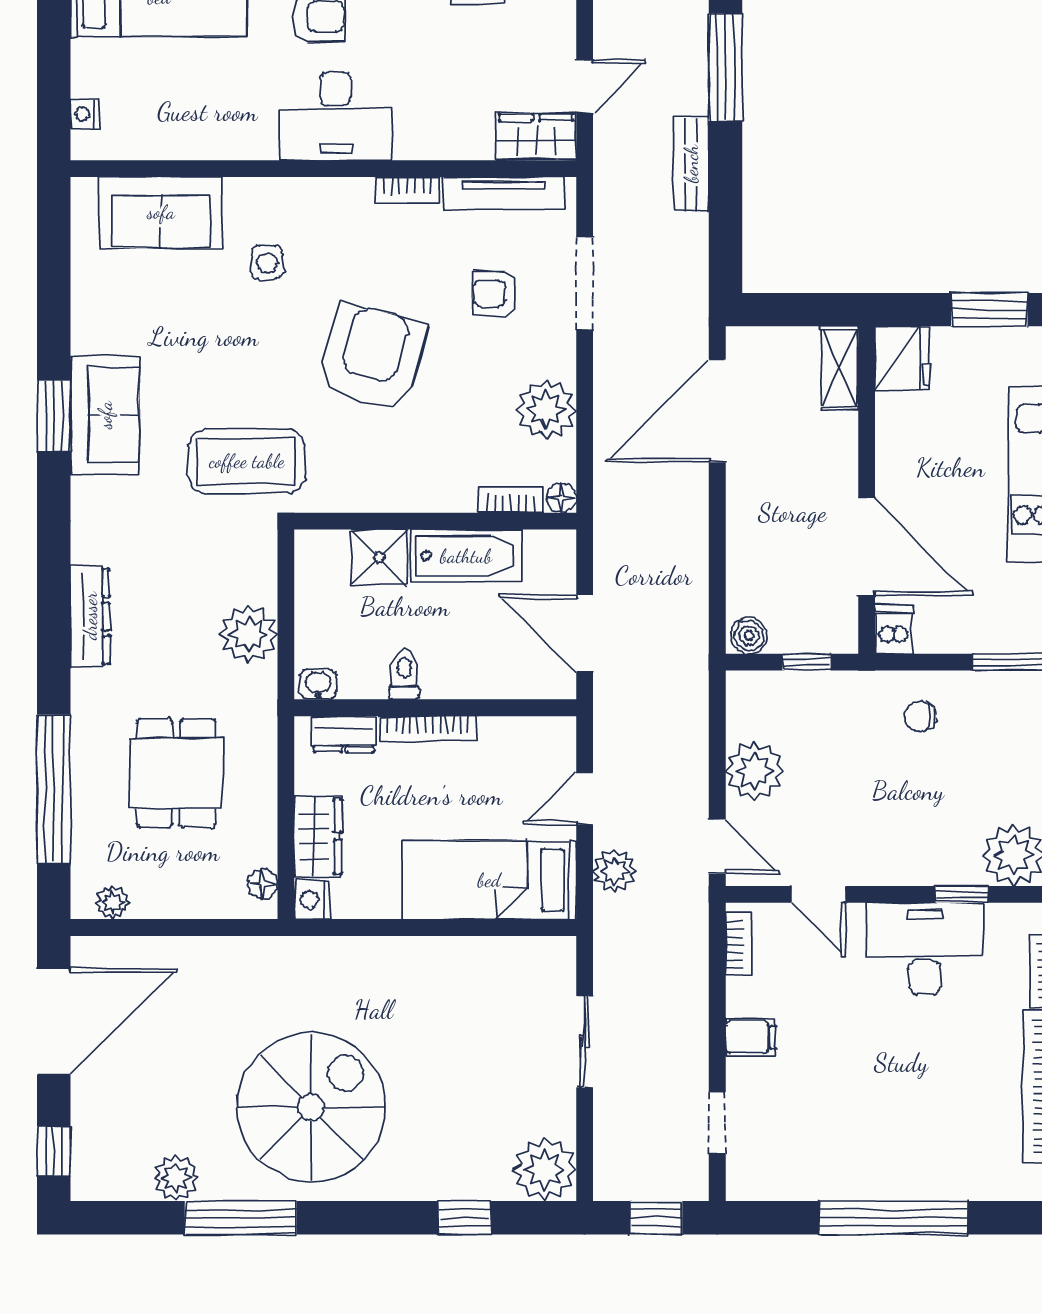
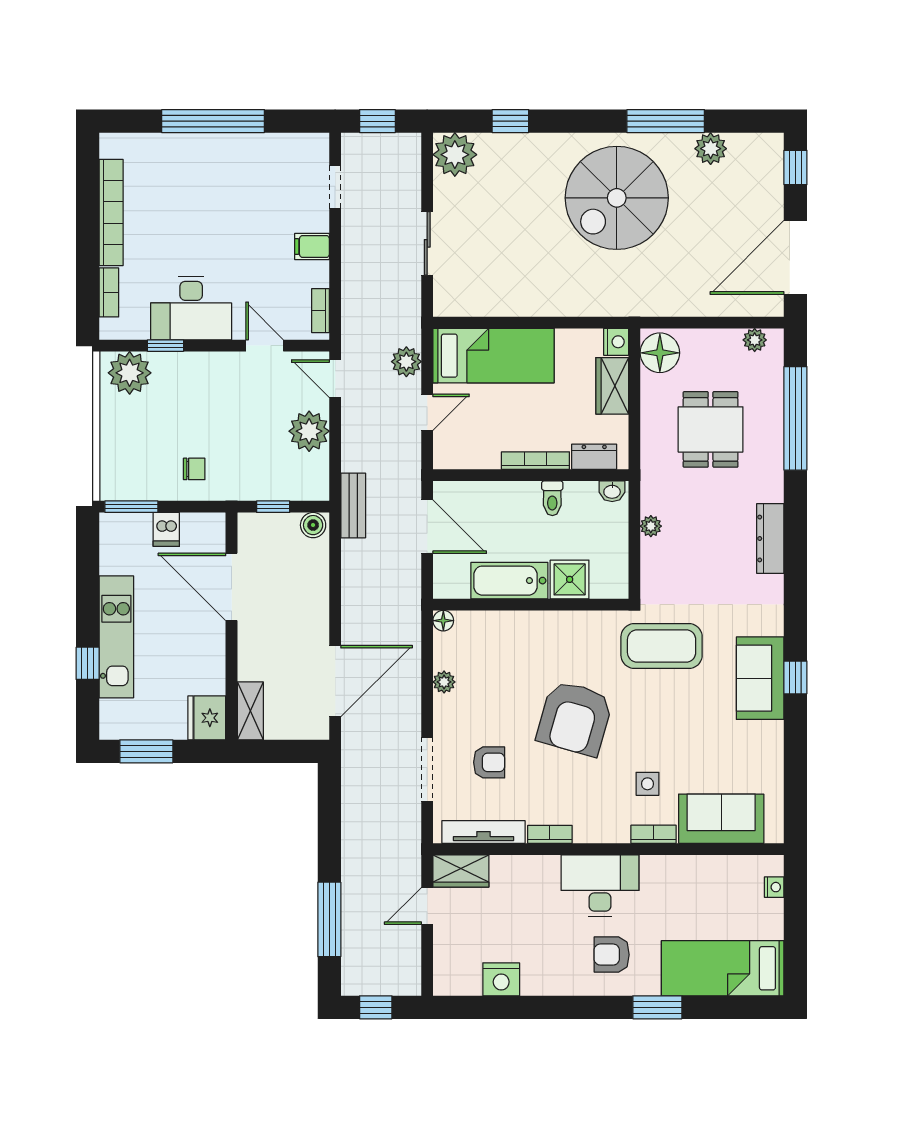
bench: (691, 164) -> (353, 505), moved
plant: (546, 409) -> (444, 682), width x0.53, depth x0.53
window: (54, 416) -> (795, 677), width x0.67
bookcase: (511, 500) -> (654, 834), moved, turned 180
dishwasher: (894, 629) -> (166, 529), moved
plant: (249, 634) -> (651, 526), width x0.53, depth x0.53
floor lamp: (263, 884) -> (660, 353), width x1.89, depth x1.89

